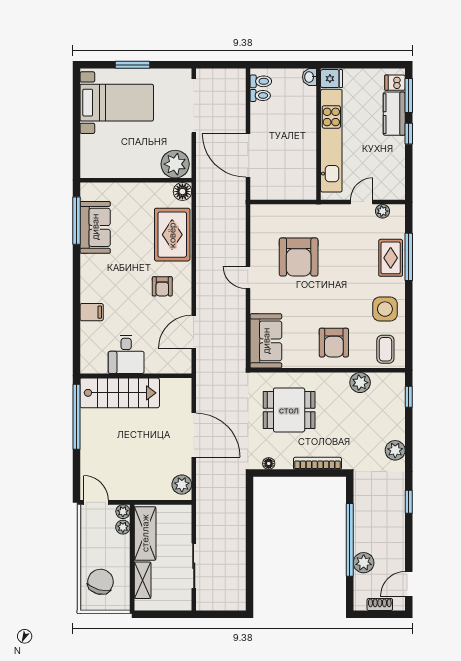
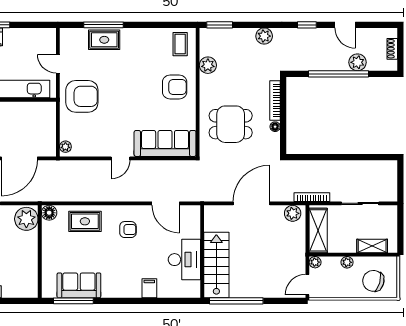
plant: (382, 211) -> (65, 147), moved
rug: (172, 235) -> (85, 221), width x0.73, depth x0.70
armchair: (299, 257) -> (82, 96), moved
side table: (385, 309) -> (147, 45), removed
sofa: (266, 341) -> (165, 143), width x1.36
coffee table: (385, 349) -> (180, 44), turned 90
desk: (126, 354) -> (184, 260), width x1.37
window: (409, 397) -> (220, 25), width x1.50
dining table: (289, 410) -> (231, 124), turned 90
floor lamp: (269, 463) -> (275, 127), moved
bookcase: (201, 508) -> (312, 197), added
plant: (123, 527) -> (347, 262), moved
shelving: (145, 533) -> (318, 230), moved, turned 90
door: (409, 584) -> (345, 25), moved

